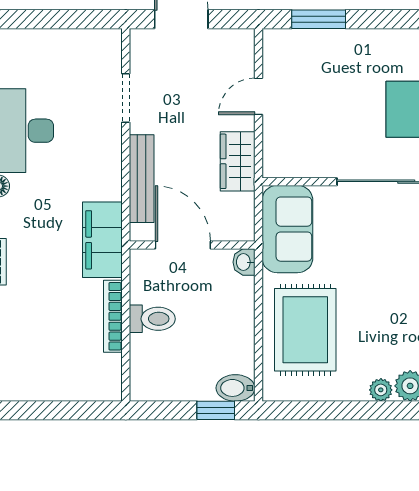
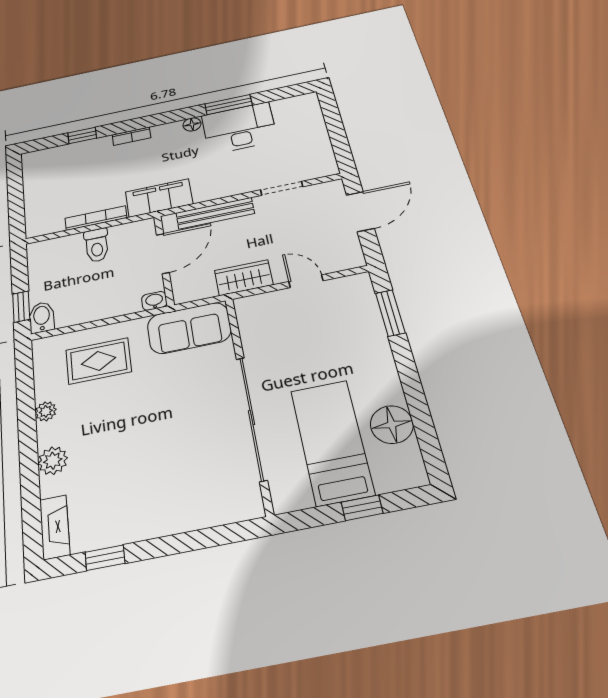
rug: (305, 330) -> (99, 361), width x0.73, depth x0.70
plant: (381, 390) -> (46, 411), moved

